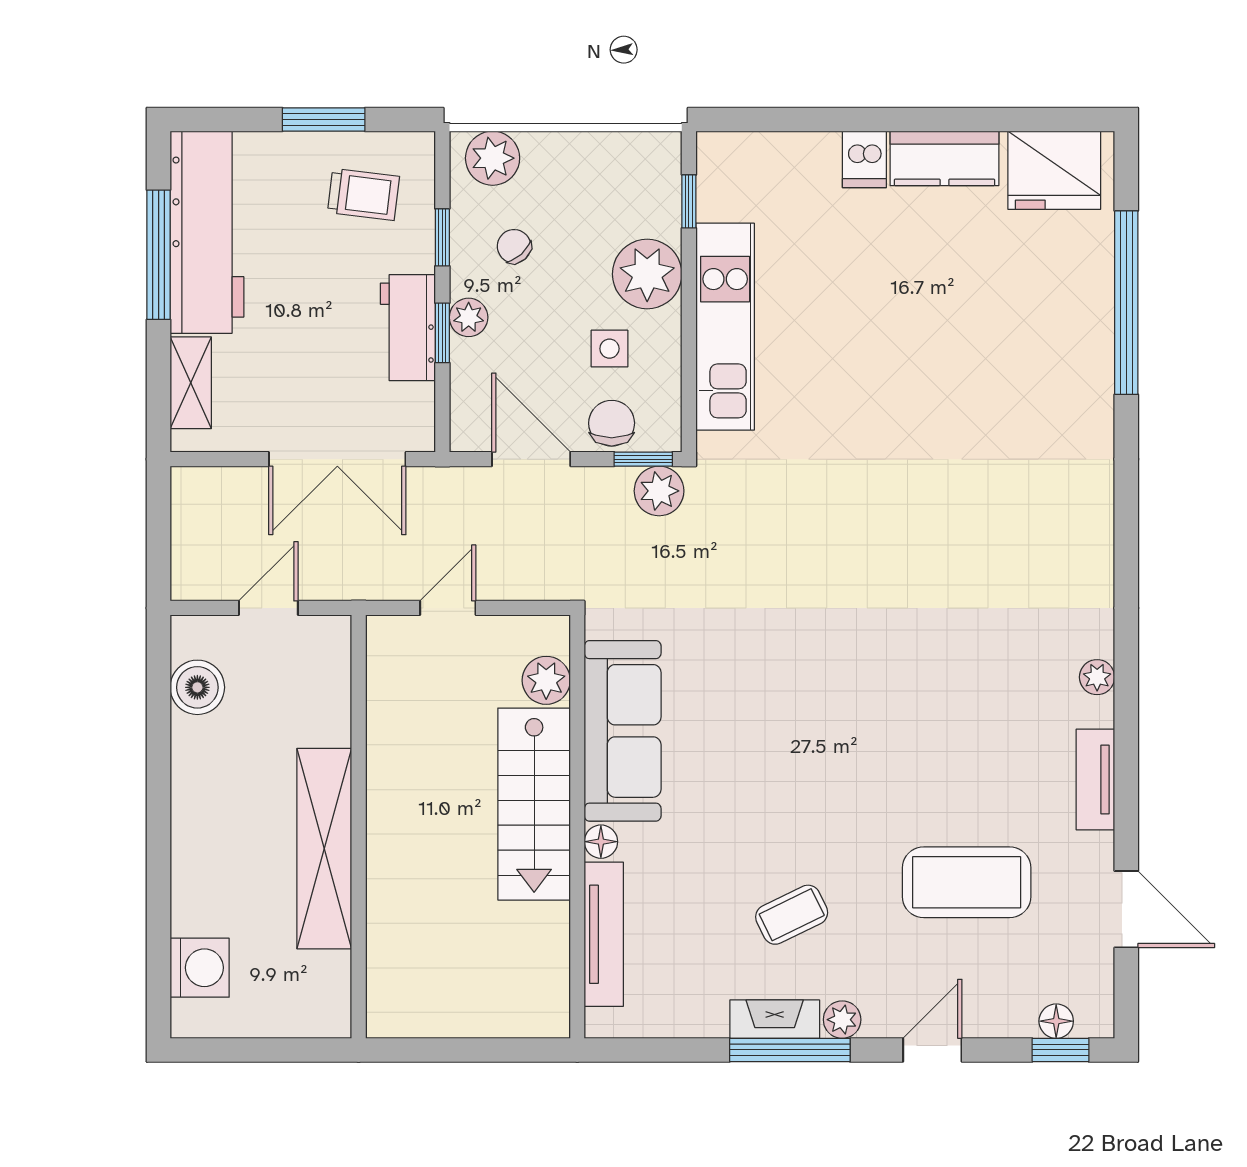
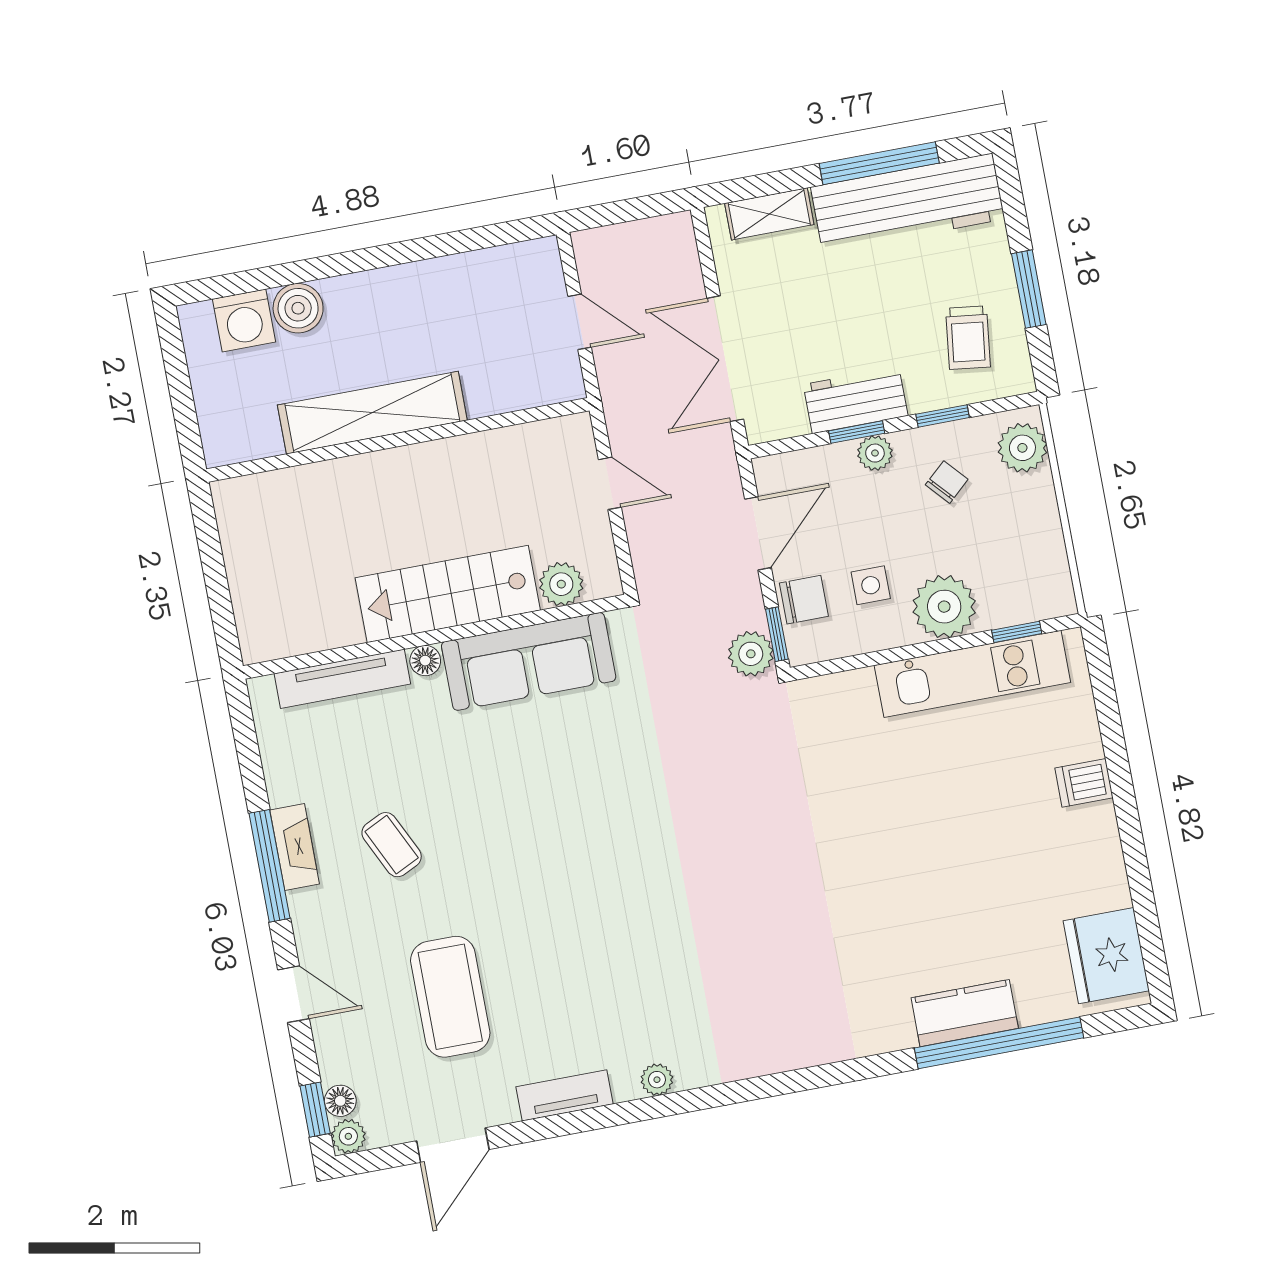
kitchen counter: (944, 158) -> (965, 1013), moved, turned 90
kitchen unit: (725, 327) -> (972, 674), moved
boiler: (197, 687) -> (298, 308), moved
plant: (842, 1020) -> (348, 1136), moved

